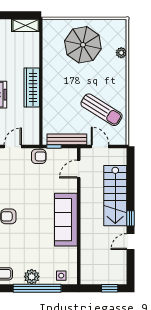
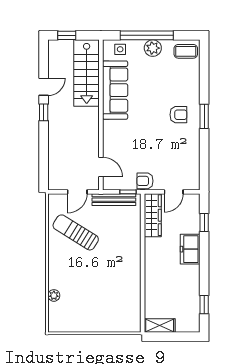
parasol: (83, 45) -> (96, 304), removed
wardrobe: (32, 87) -> (153, 215), moved
door: (100, 147) -> (77, 192), hinge flipped
door: (79, 169) -> (101, 167), hinge flipped
stairs: (115, 196) -> (87, 73), moved, turned 180
sofa: (66, 220) -> (115, 90), moved

